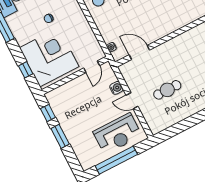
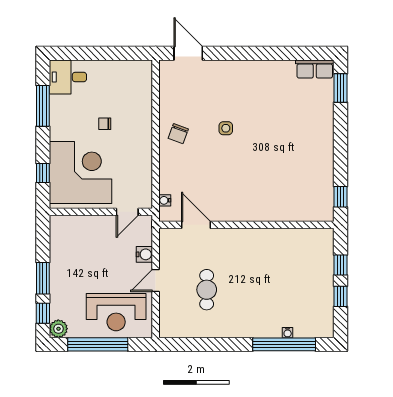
cafe table: (167, 90) -> (207, 290), turned 90
door: (132, 101) -> (156, 281), hinge flipped
window: (48, 113) -> (43, 313), moved
plant: (86, 163) -> (58, 329), added

